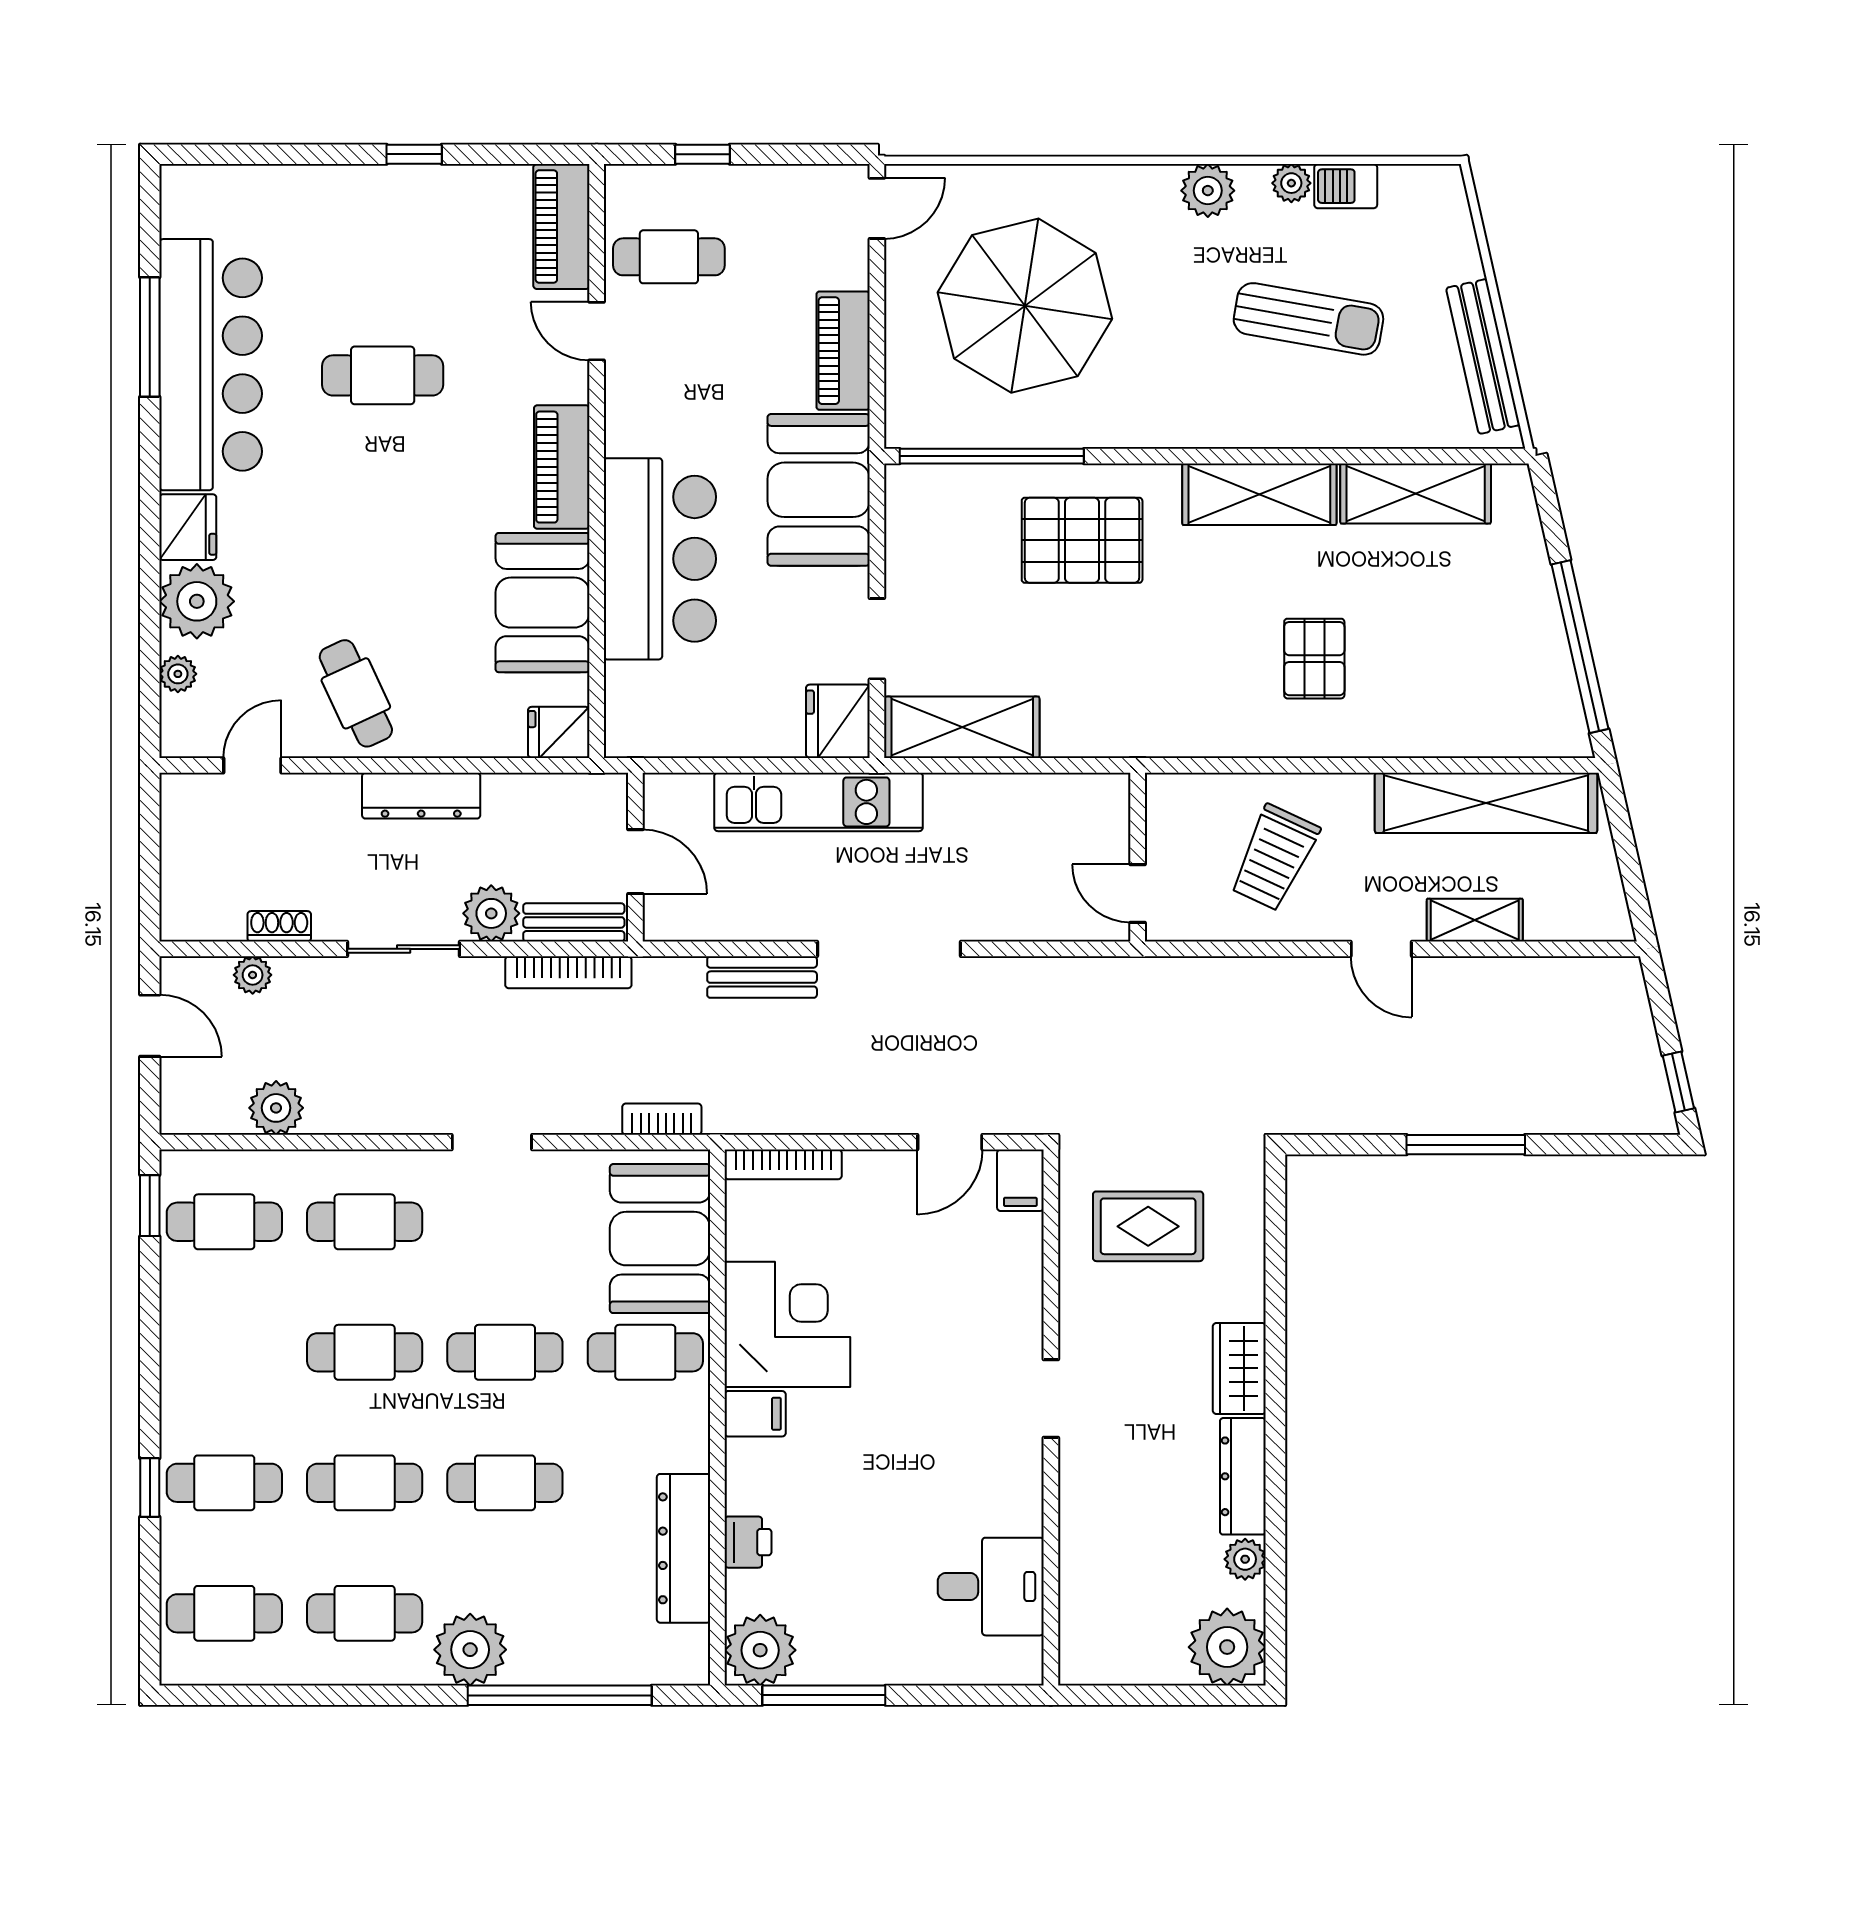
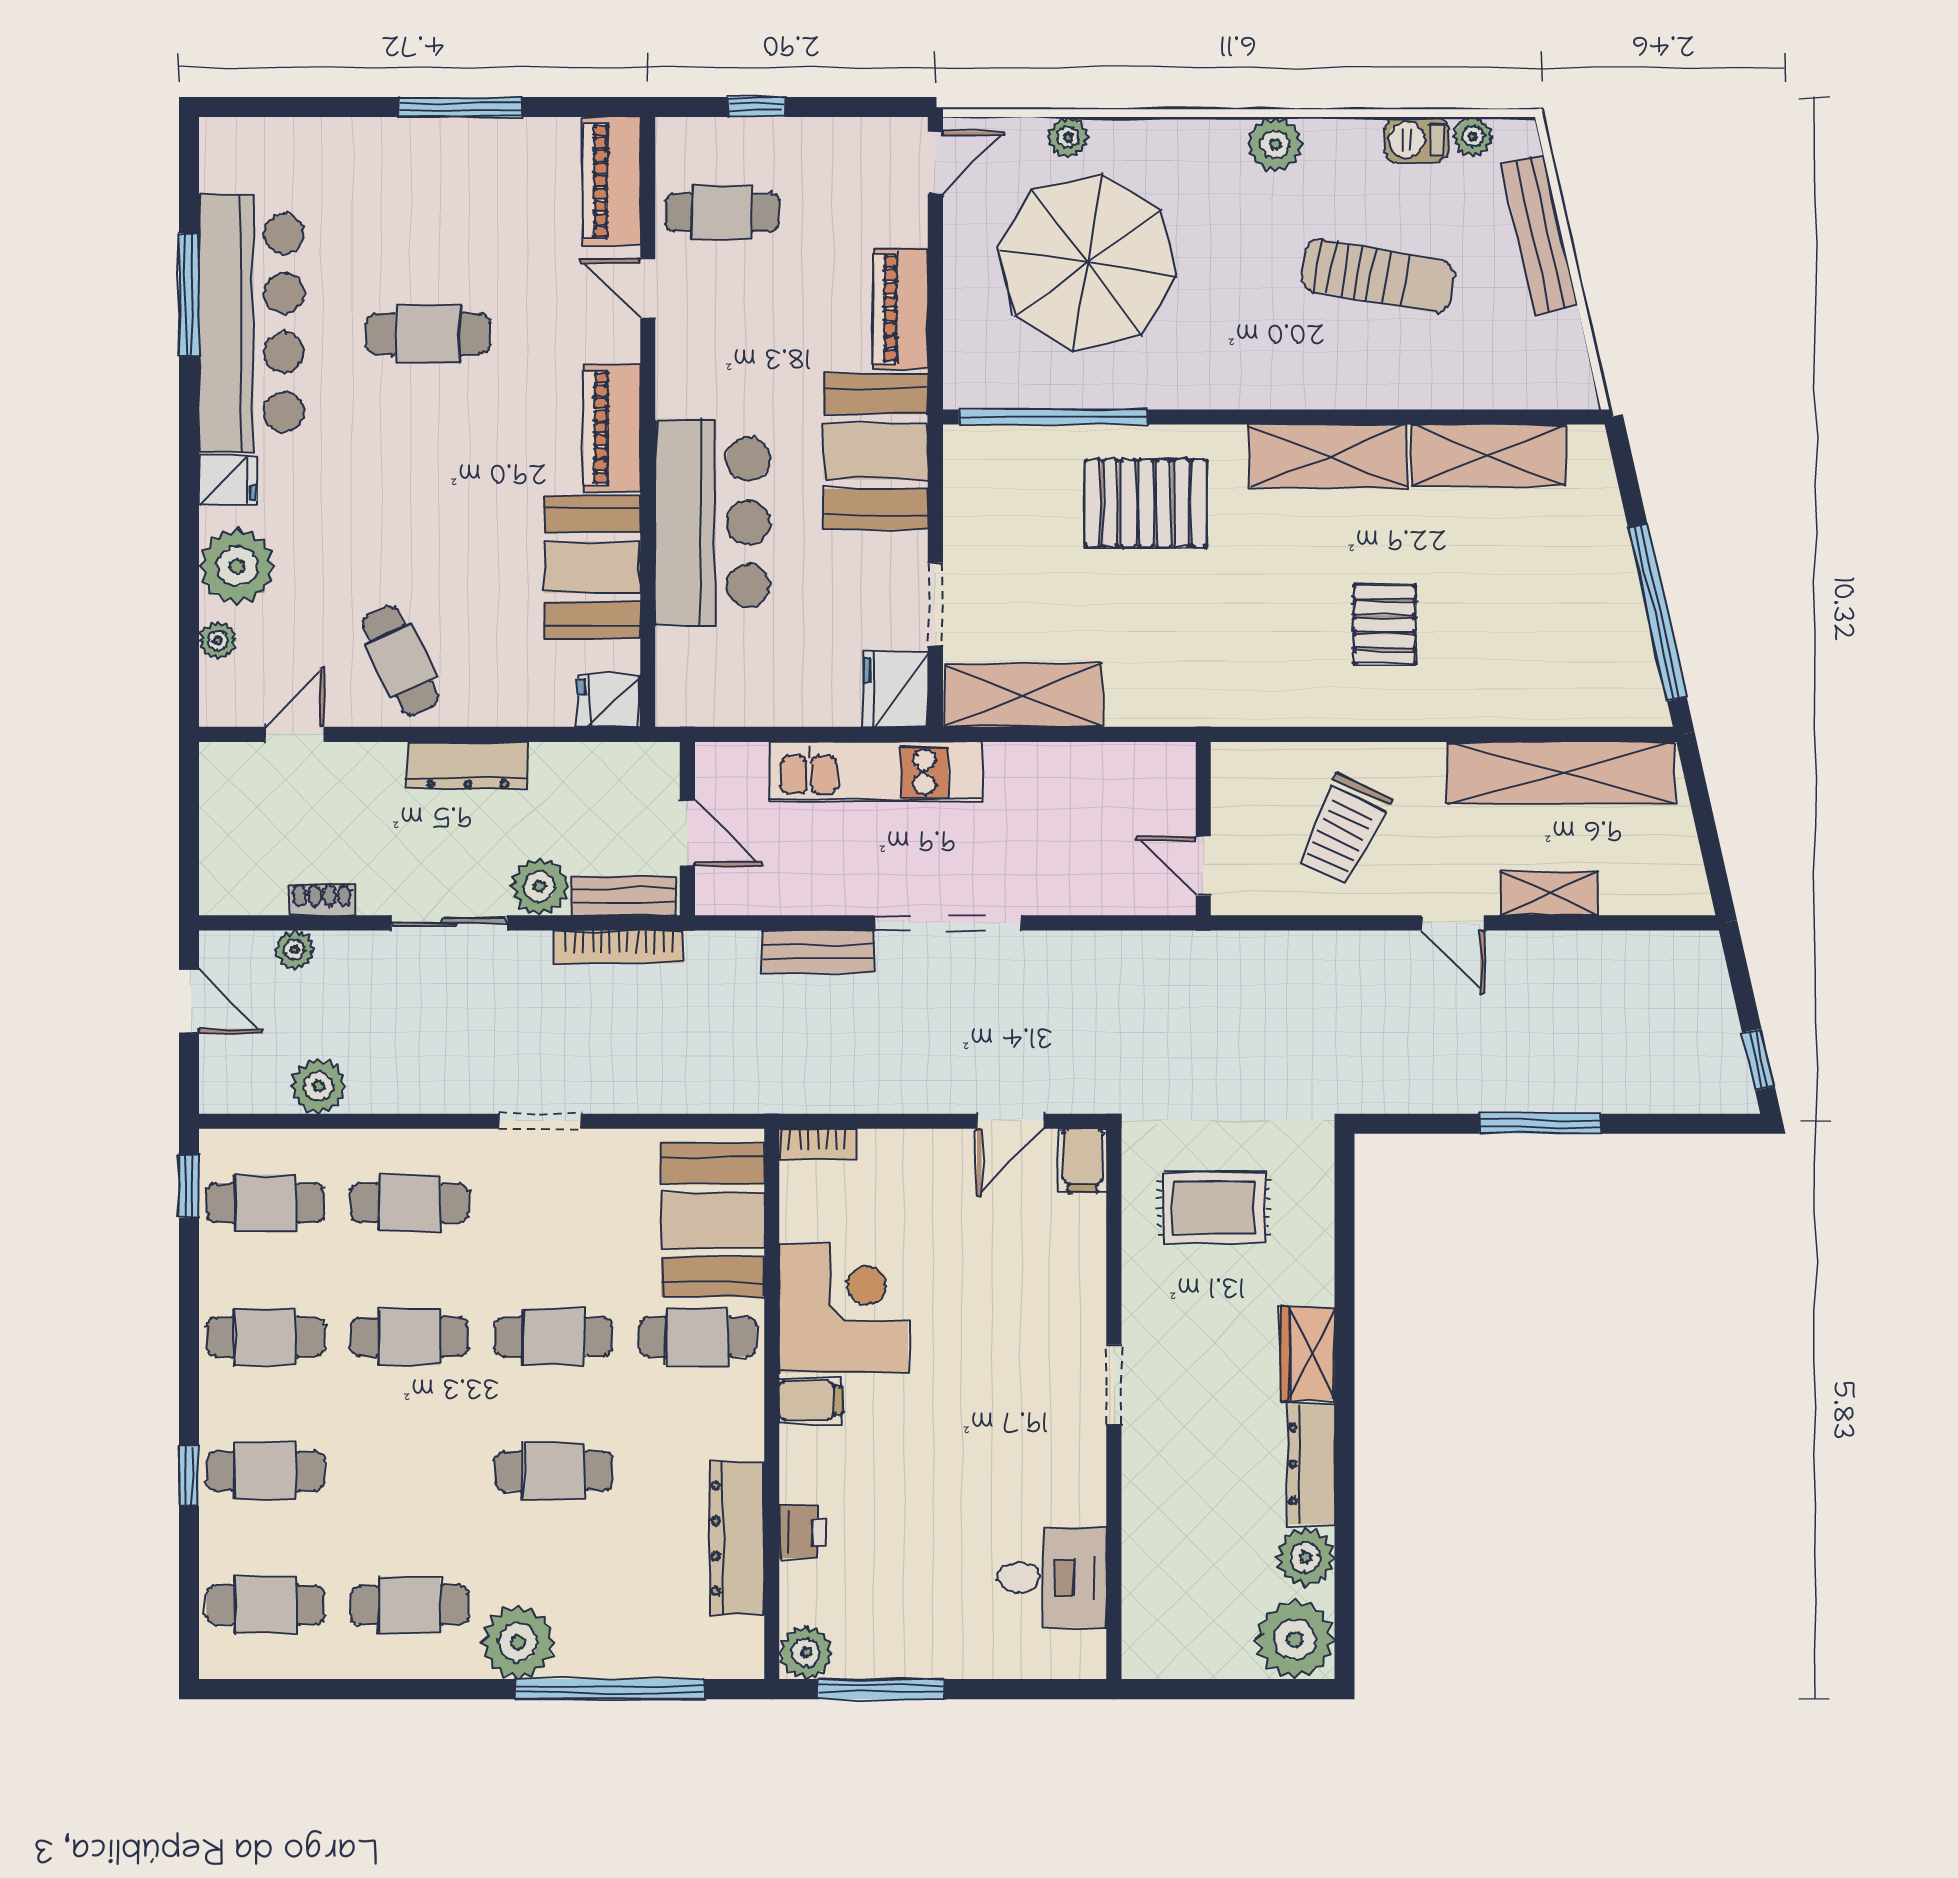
window: (414, 154) -> (460, 107), width x2.17
plant: (1291, 183) -> (1473, 137), moved
plant: (1006, 184) -> (1068, 137), added
bench: (1483, 356) -> (1540, 235), moved
fridge: (188, 527) -> (228, 480), width x0.72
bookcase: (662, 1119) -> (715, 1098), removed
bookcase: (783, 1164) -> (818, 1144), width x0.64
cafe table: (365, 1483) -> (265, 1337), moved
plant: (1245, 1559) -> (1305, 1557), width x1.38, depth x1.38
plant: (760, 1650) -> (806, 1652), width x0.73, depth x0.73

